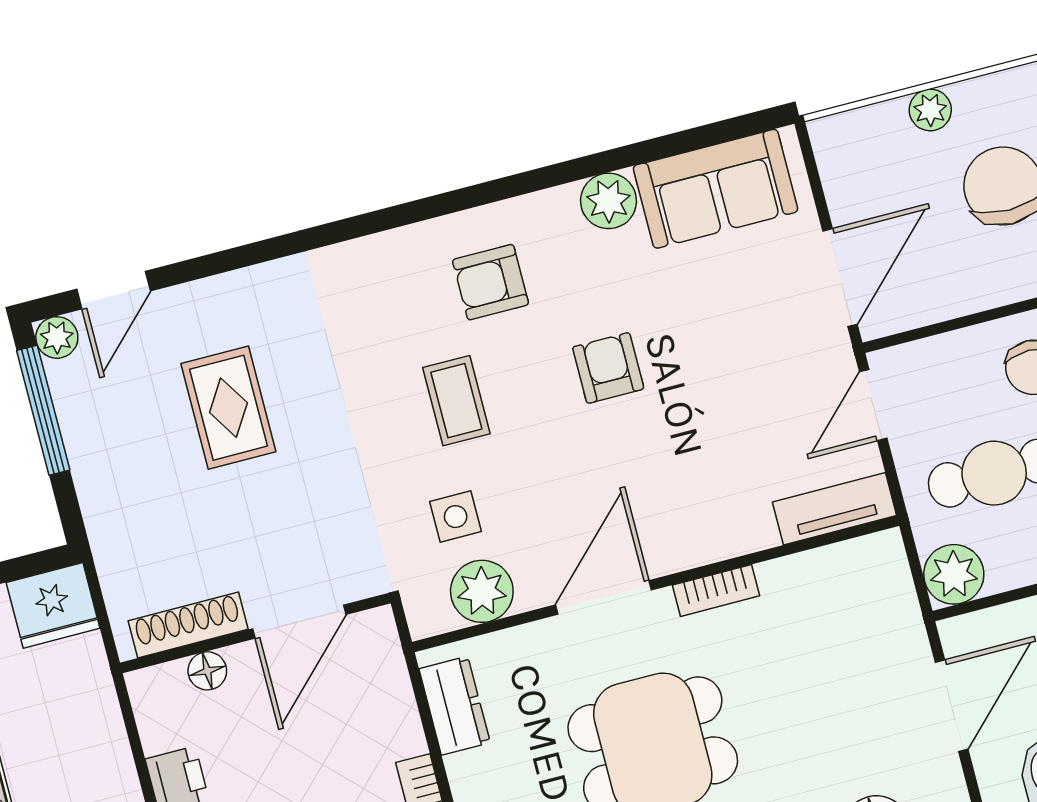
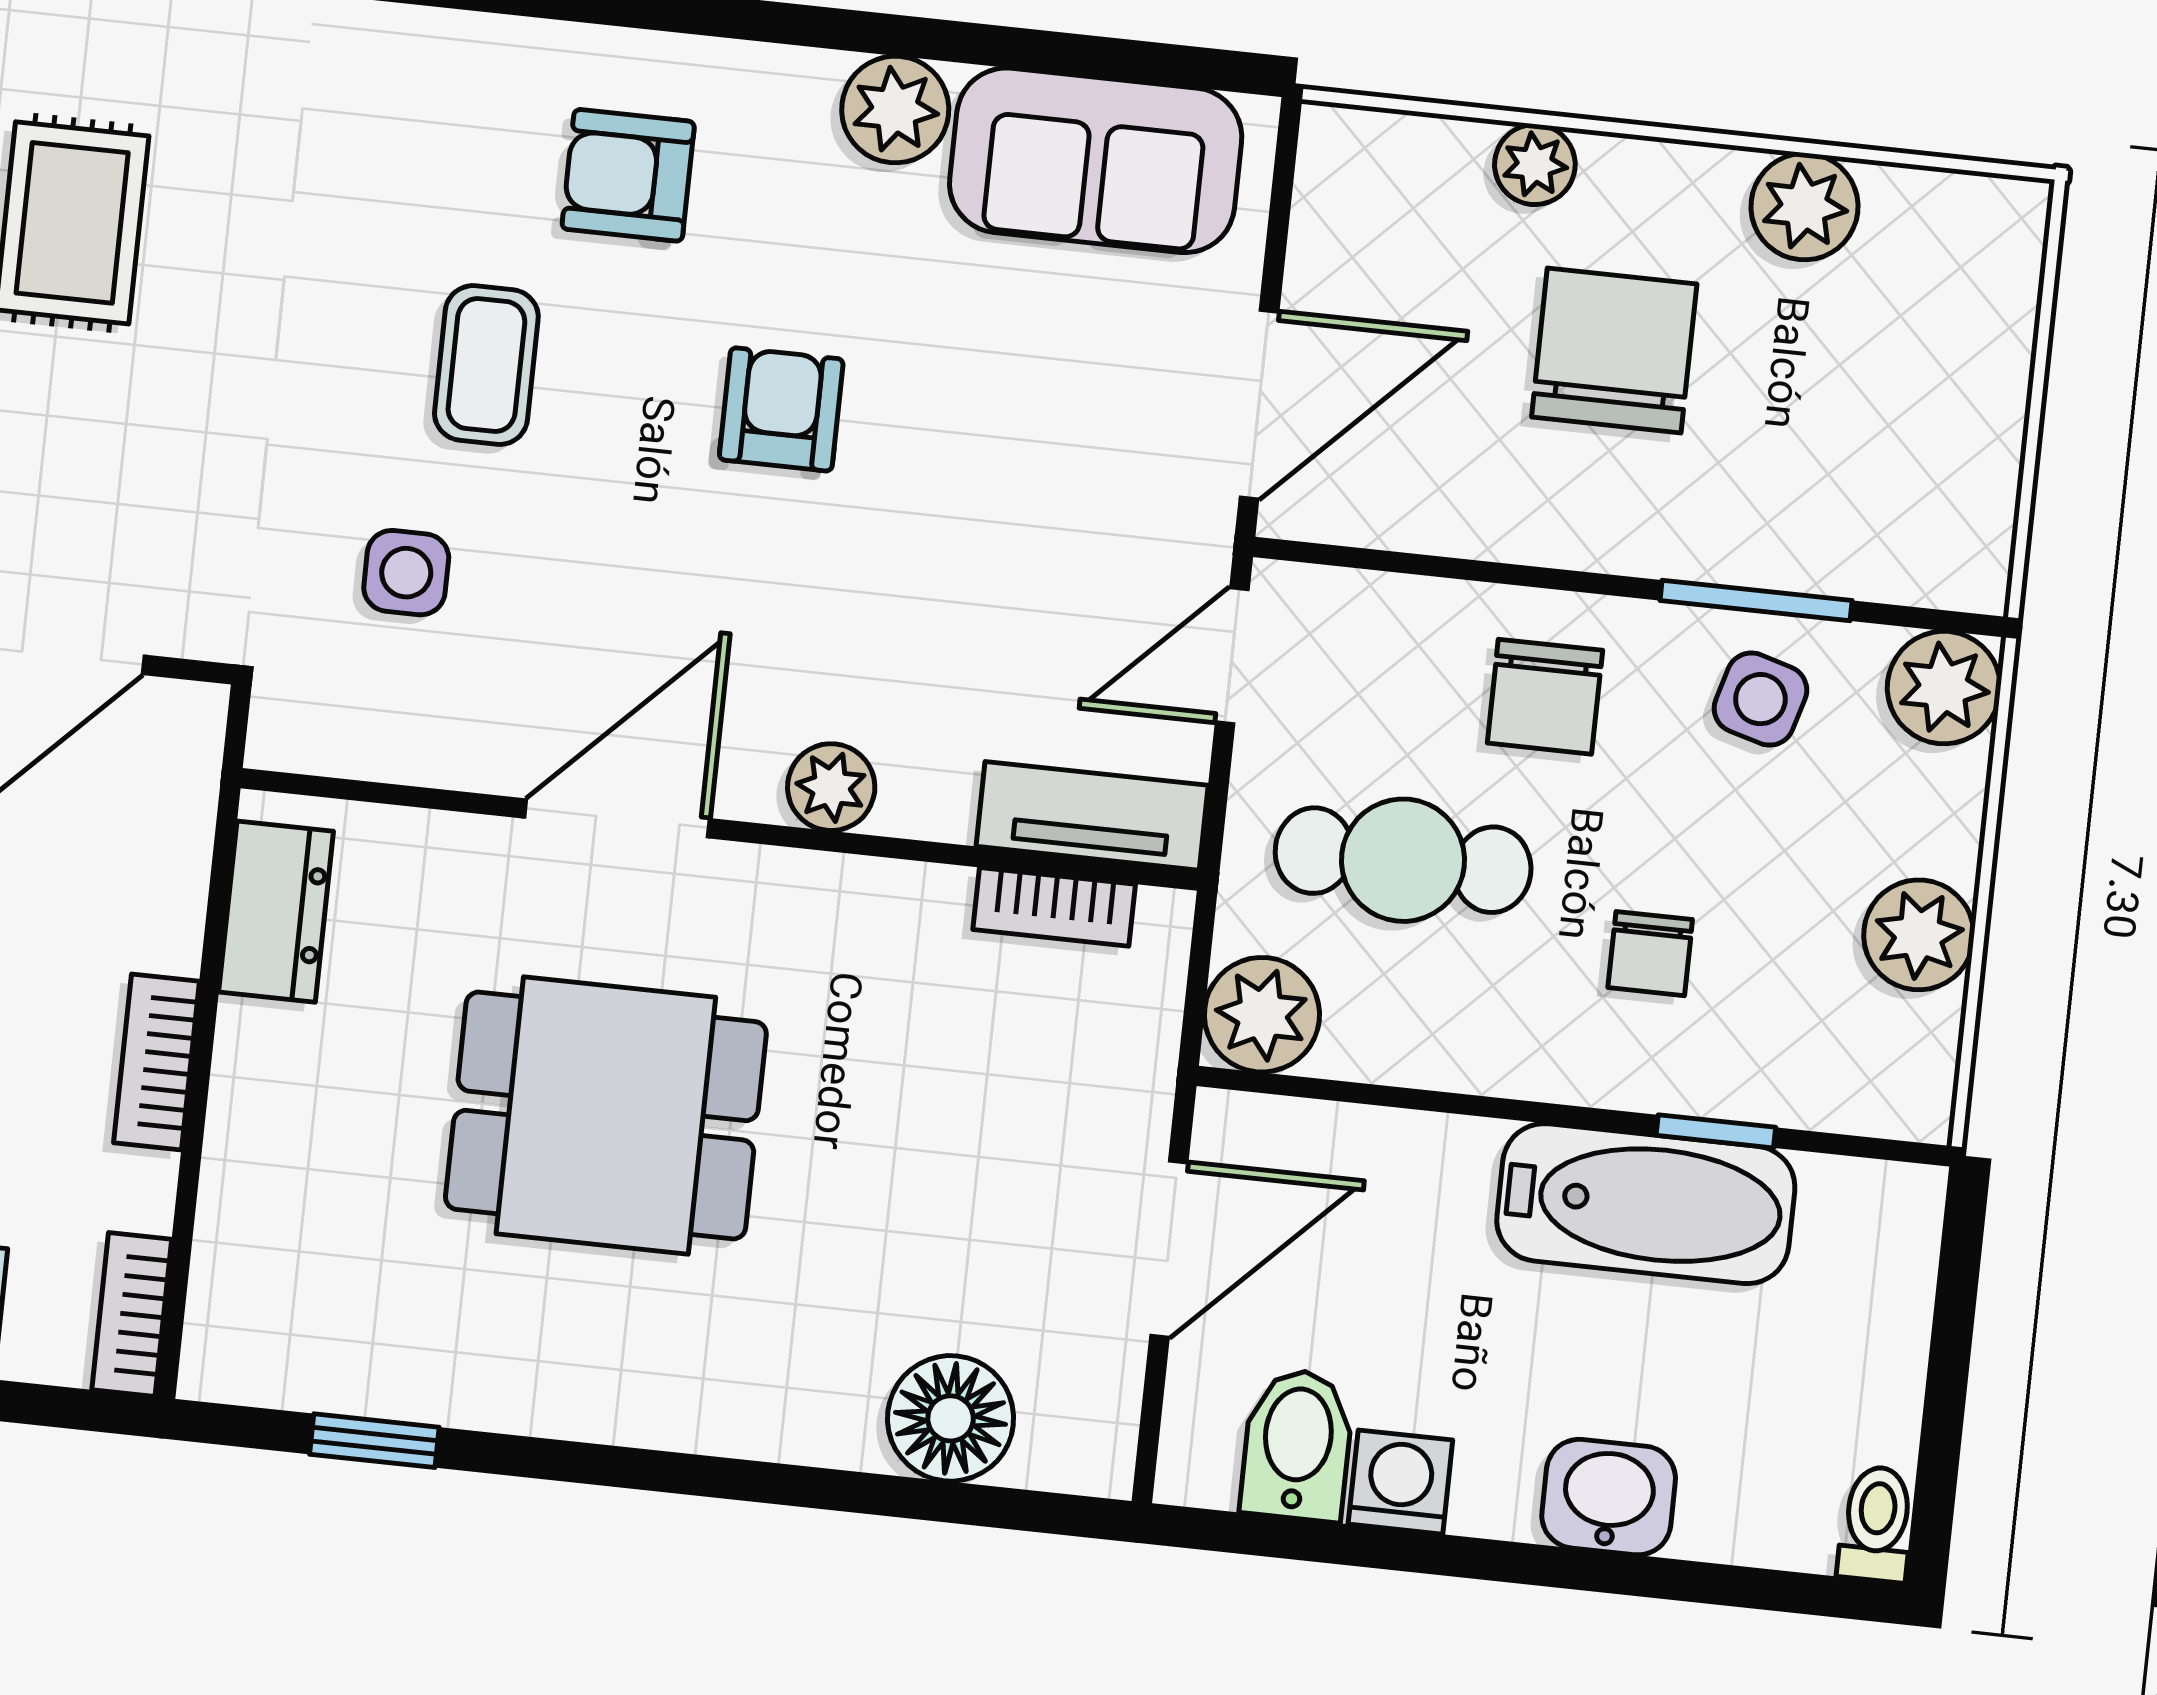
bookcase: (716, 590) -> (1054, 907), moved
plant: (482, 591) -> (831, 787), moved, width x0.73, depth x0.73

